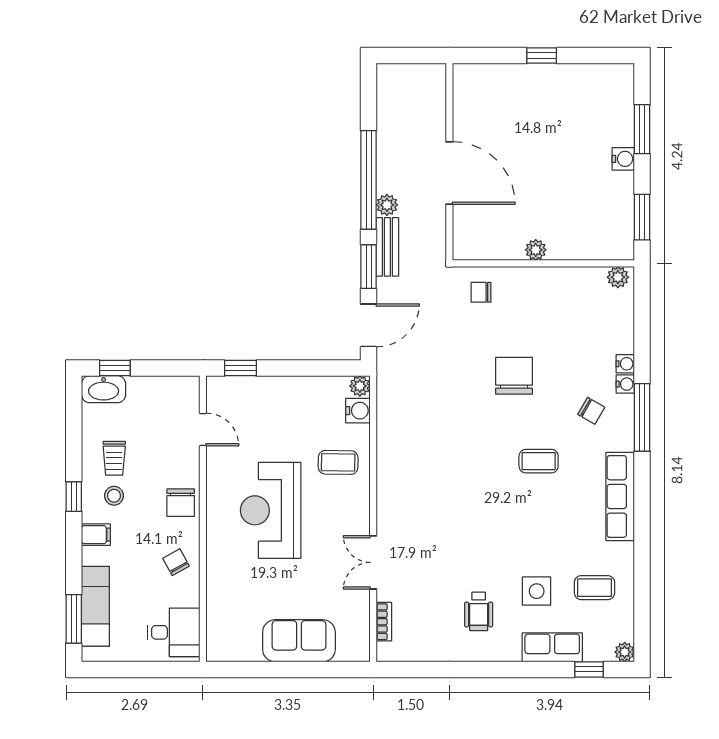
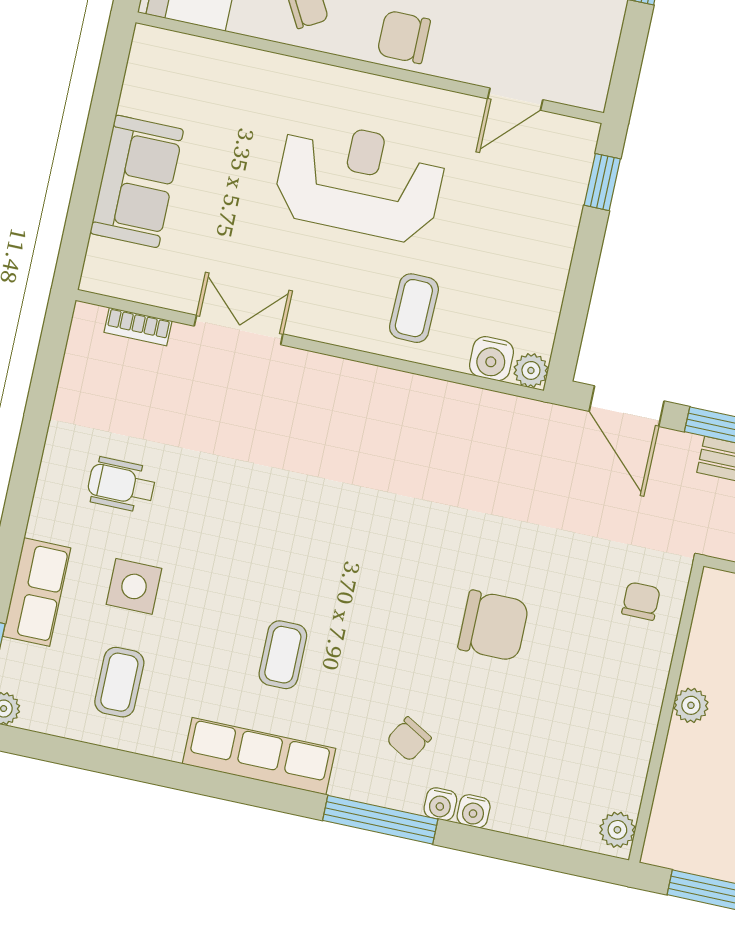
coffee table: (539, 461) -> (283, 655), moved

